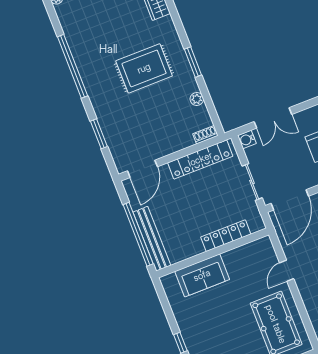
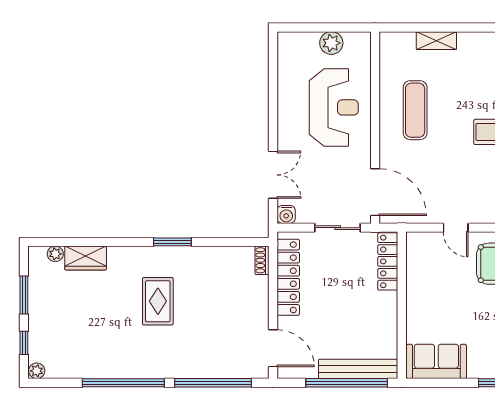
rug: (144, 68) -> (158, 301), width x0.73, depth x0.70
plant: (197, 99) -> (217, 254), removed
window: (99, 134) -> (213, 383), width x2.11
locker: (226, 236) -> (388, 261), moved
sofa: (202, 275) -> (436, 361), moved, turned -90

